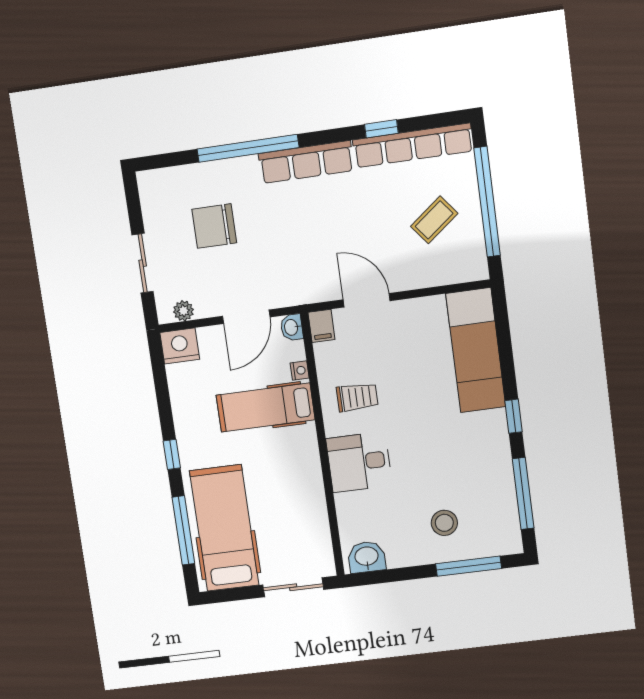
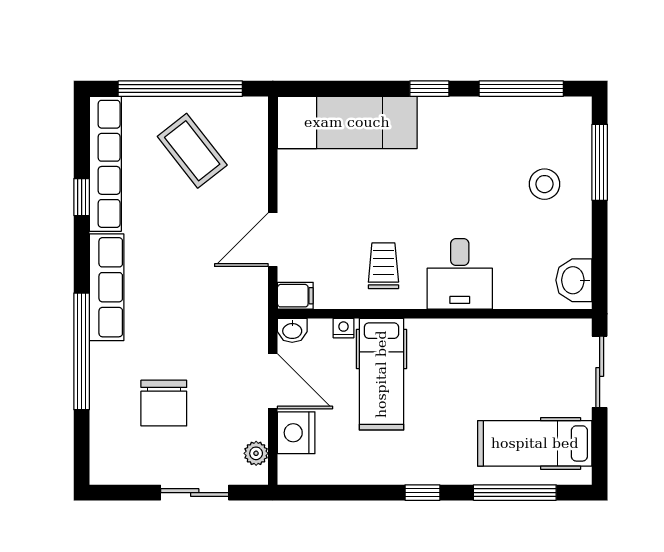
coffee table: (434, 220) -> (192, 151), width x1.36, depth x1.30
nightstand: (180, 346) -> (296, 433), moved
hospital bed: (224, 528) -> (535, 443), width x0.73, depth x0.78

